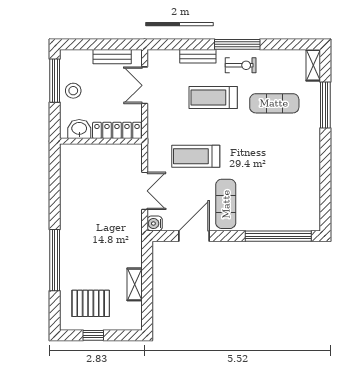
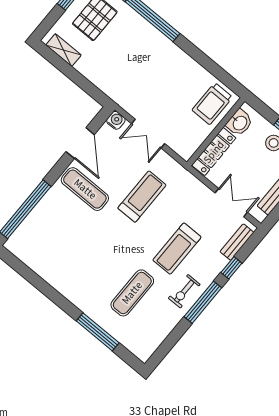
window: (194, 44) -> (231, 268), added
bench: (198, 56) -> (237, 242), moved
shelving: (313, 65) -> (137, 348), removed
treadmill: (213, 97) -> (177, 249), turned 180
trolley: (82, 161) -> (212, 104), added
shelving: (135, 284) -> (63, 50), moved

